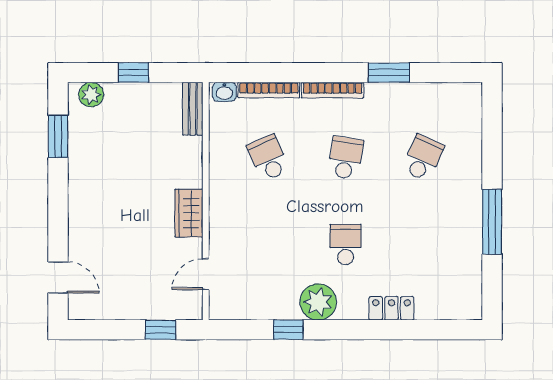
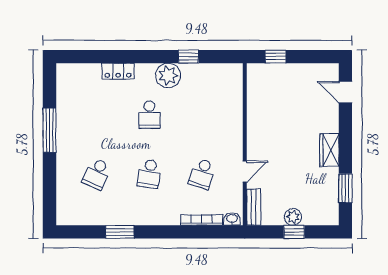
bookcase: (333, 90) -> (158, 220), removed
plant: (91, 95) -> (293, 217), moved
school desk: (268, 158) -> (202, 174), turned 42
wardrobe: (189, 213) -> (329, 150), moved, turned 180
door: (206, 274) -> (245, 171), moved

